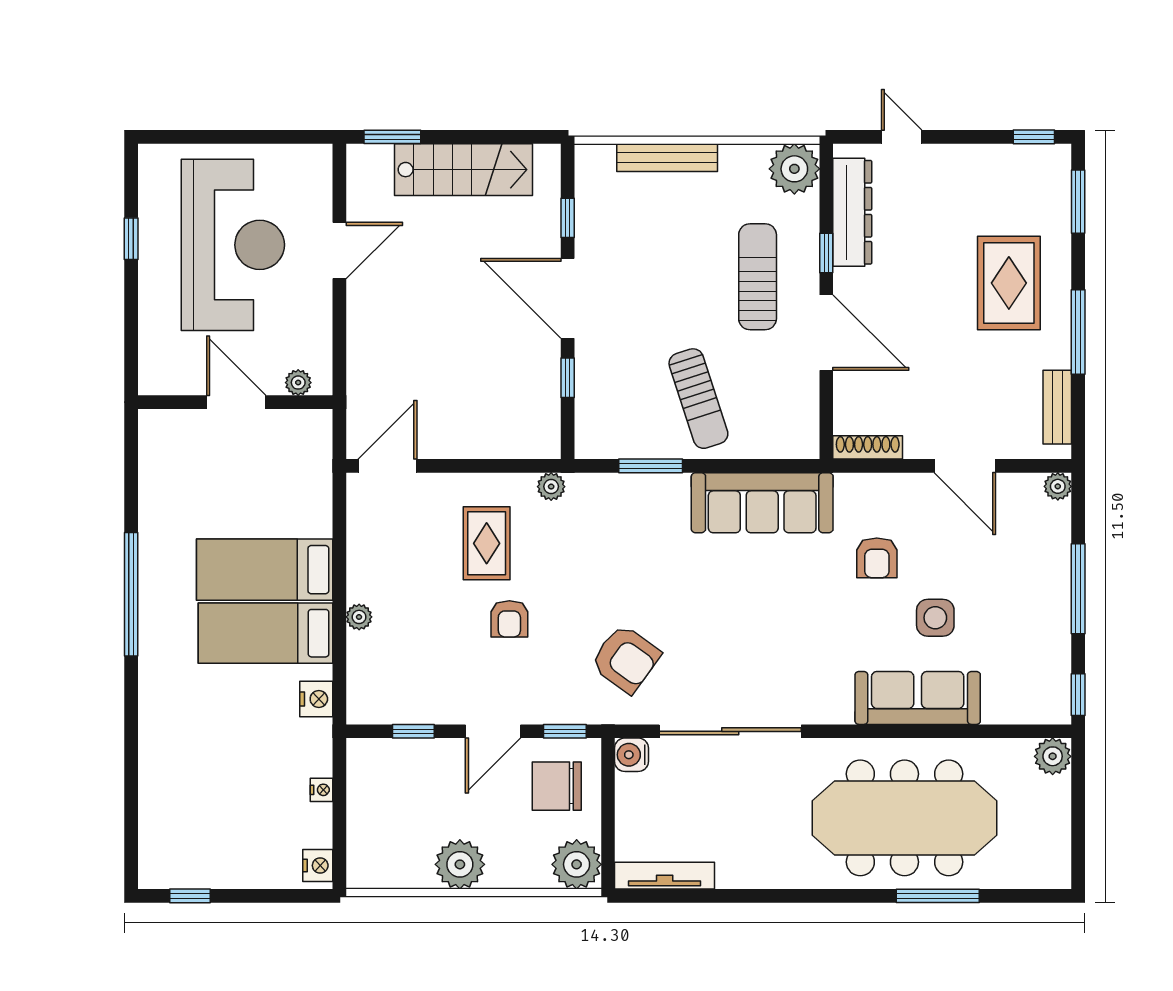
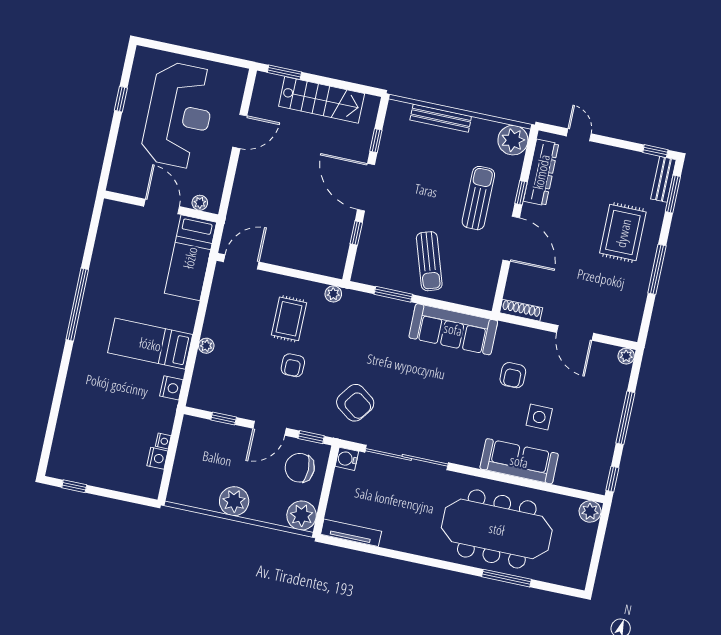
bench: (1057, 407) -> (663, 179), moved
bed: (265, 570) -> (190, 258), moved, turned -90
nightstand: (318, 866) -> (157, 458), moved

